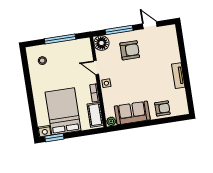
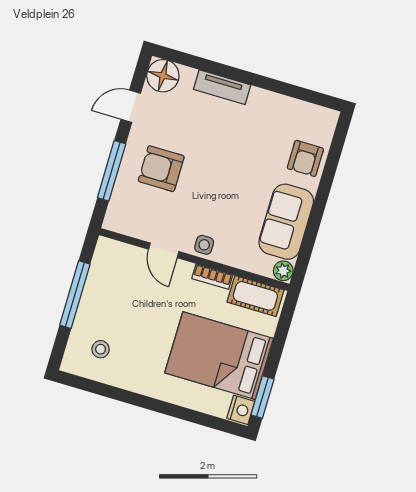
floor lamp: (102, 43) -> (163, 76), moved
armchair: (130, 50) -> (161, 169), turned -90
door: (96, 67) -> (164, 250), hinge flipped
tv unit: (178, 76) -> (222, 87), moved
armchair: (162, 108) -> (305, 158), turned 180

